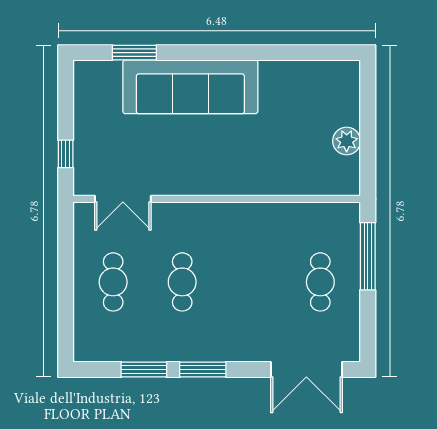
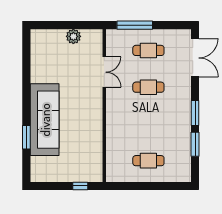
window: (134, 53) -> (26, 137), moved
double door: (123, 199) -> (104, 72), moved
cafe table: (182, 282) -> (148, 87), moved

